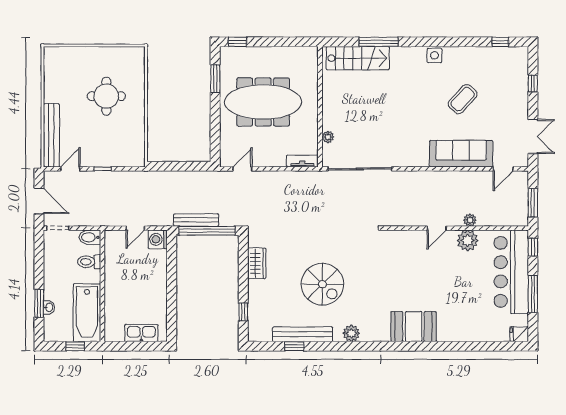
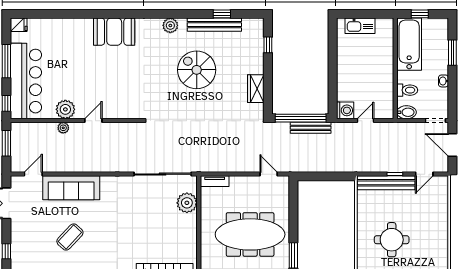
bench: (51, 135) -> (386, 183), moved, turned 90
plant: (328, 137) -> (187, 203), width x1.88, depth x1.88
door: (242, 169) -> (269, 174), swing flipped
washbasin: (49, 307) -> (443, 81), moved

